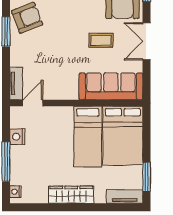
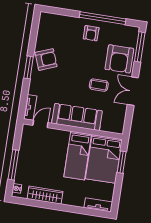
sofa: (111, 86) -> (77, 117), moved
nightstand: (17, 137) -> (25, 148), removed
window: (147, 177) -> (122, 162), moved
wardrobe: (71, 195) -> (45, 195), moved

